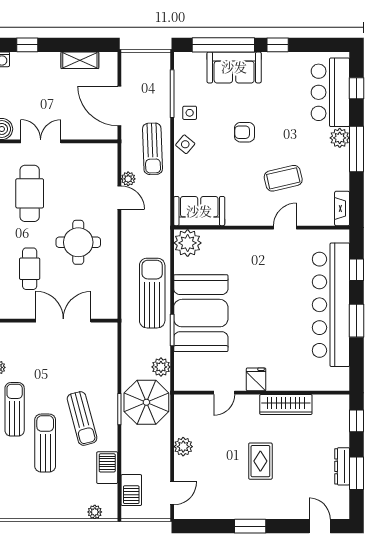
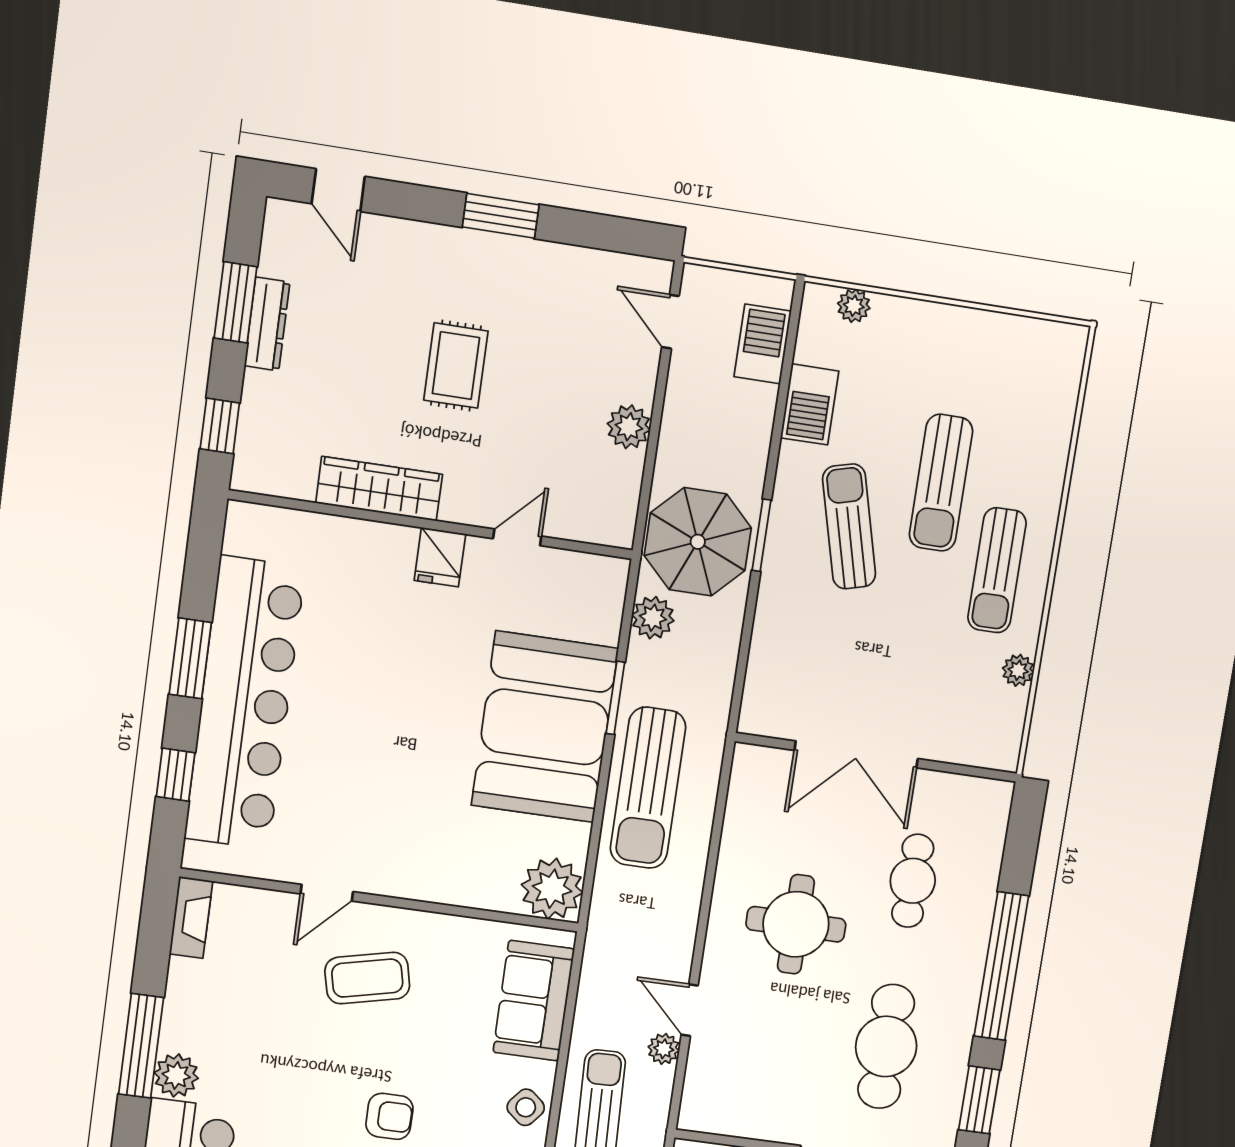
coffee table: (283, 178) -> (367, 978), moved
sofa: (199, 211) -> (534, 1001), moved, turned 90
door: (172, 493) -> (670, 322), hinge flipped

